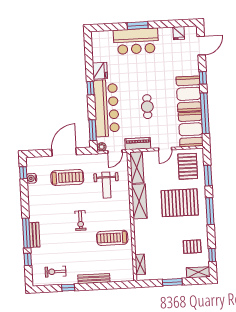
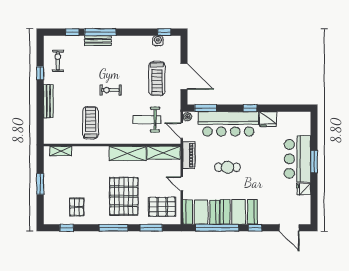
fridge: (179, 33) -> (304, 189), moved
shelving: (198, 272) -> (49, 212), removed

